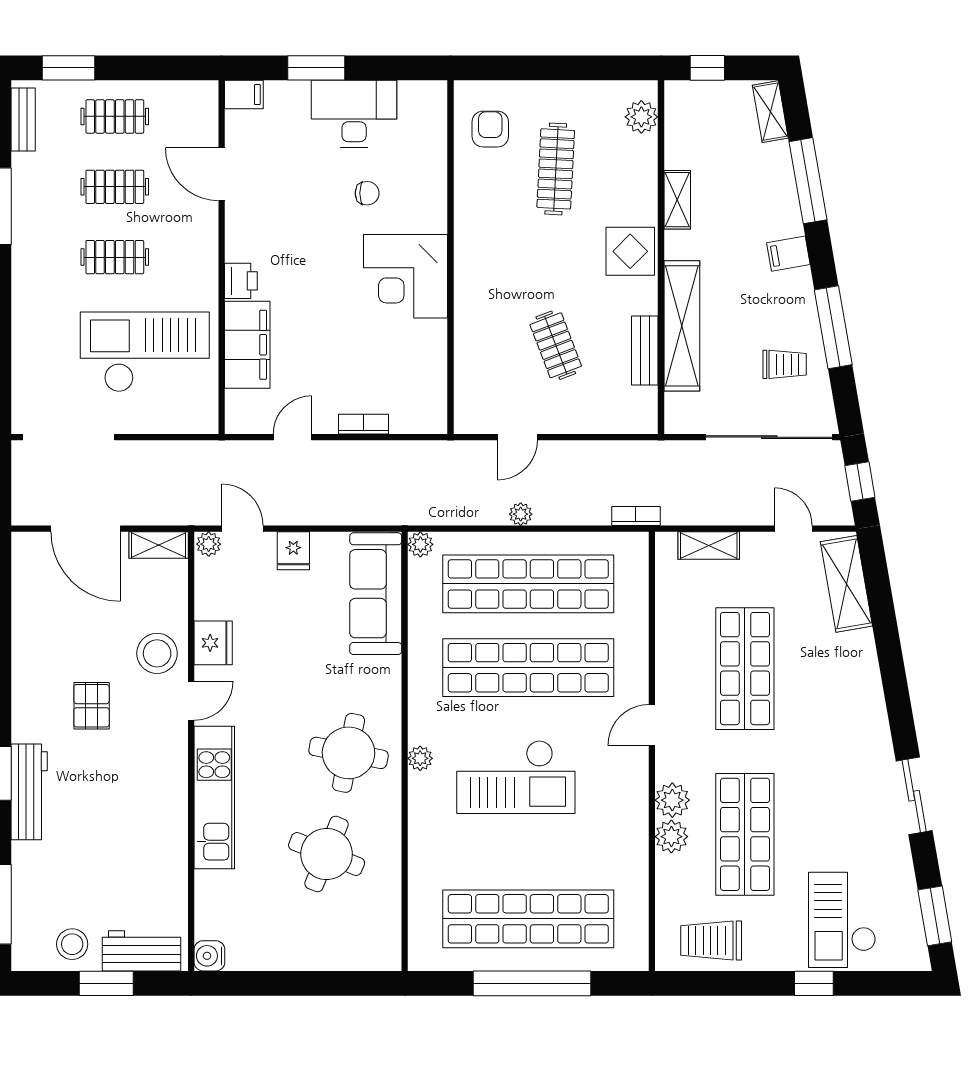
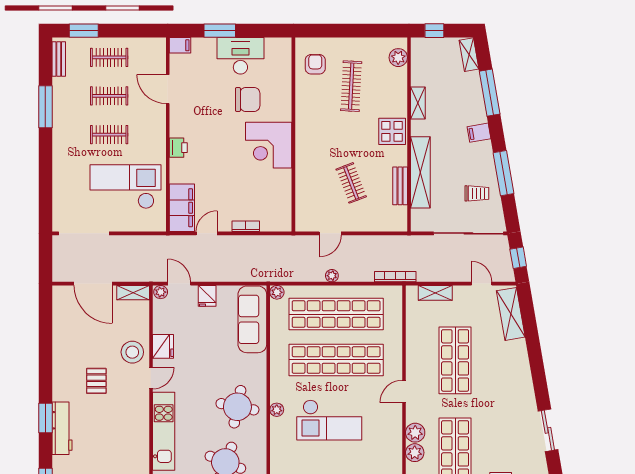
chair: (367, 193) -> (248, 99), width x1.87, depth x1.87
filing cabinet: (247, 345) -> (182, 208), moved
bookcase: (636, 516) -> (395, 277), width x1.56

